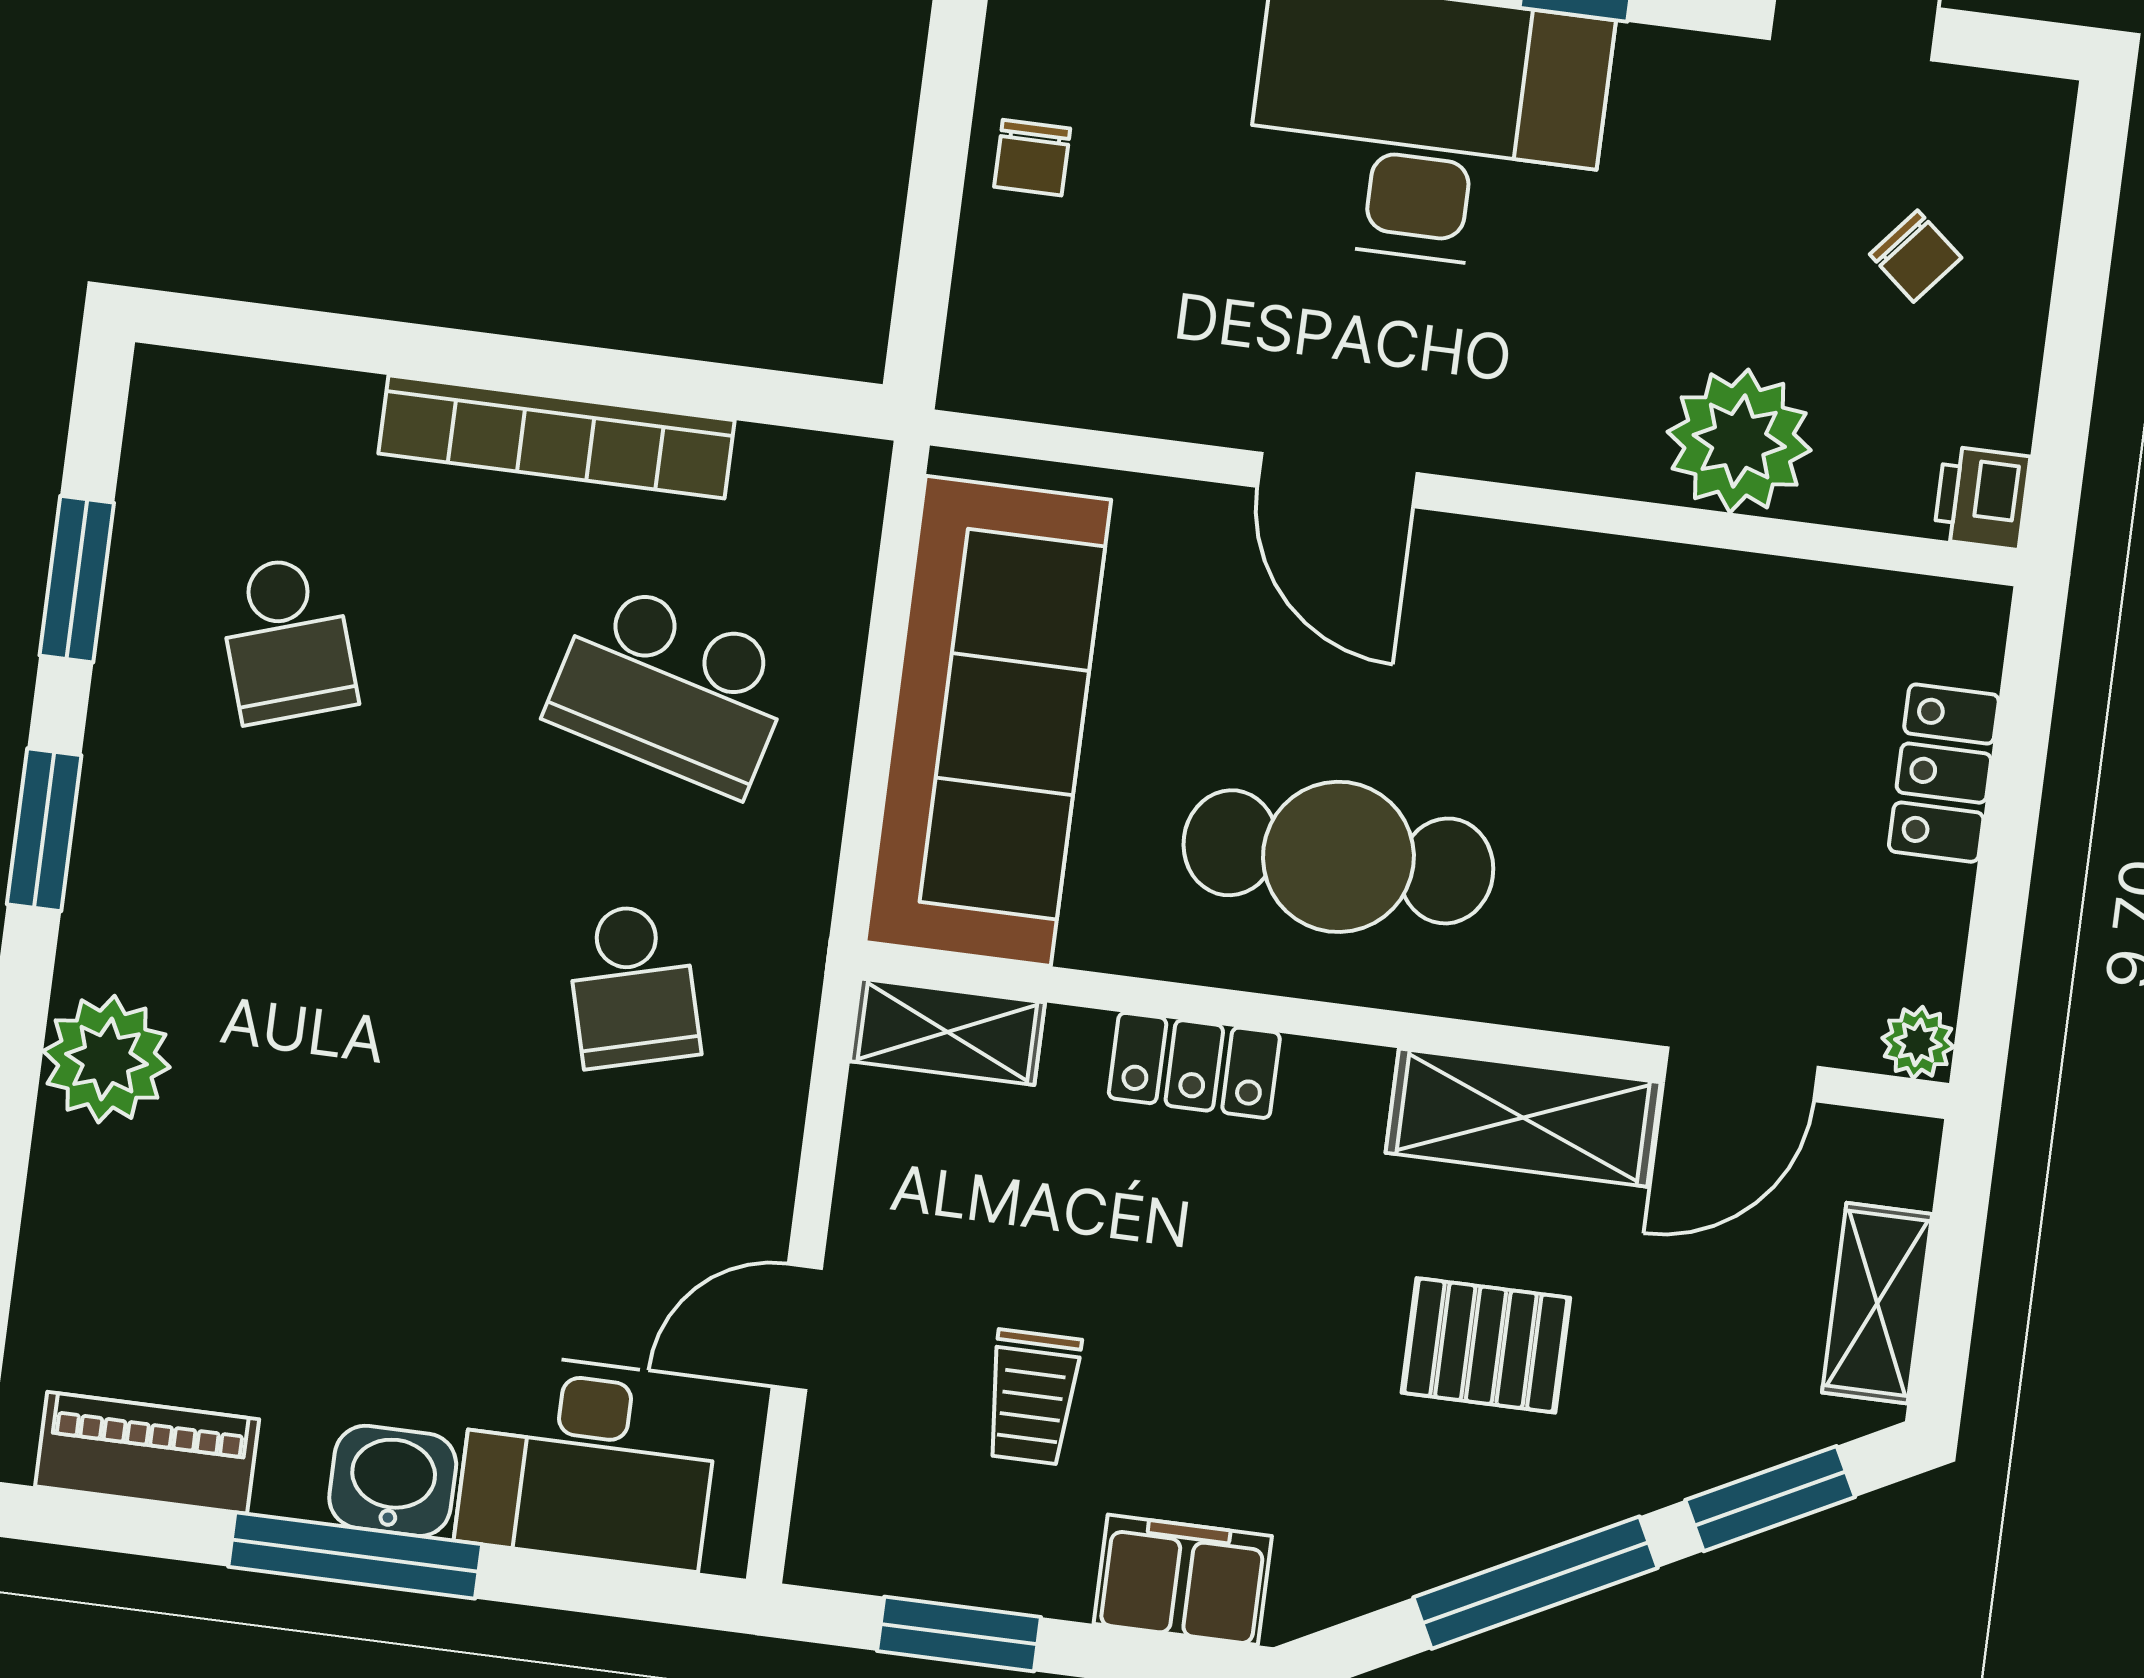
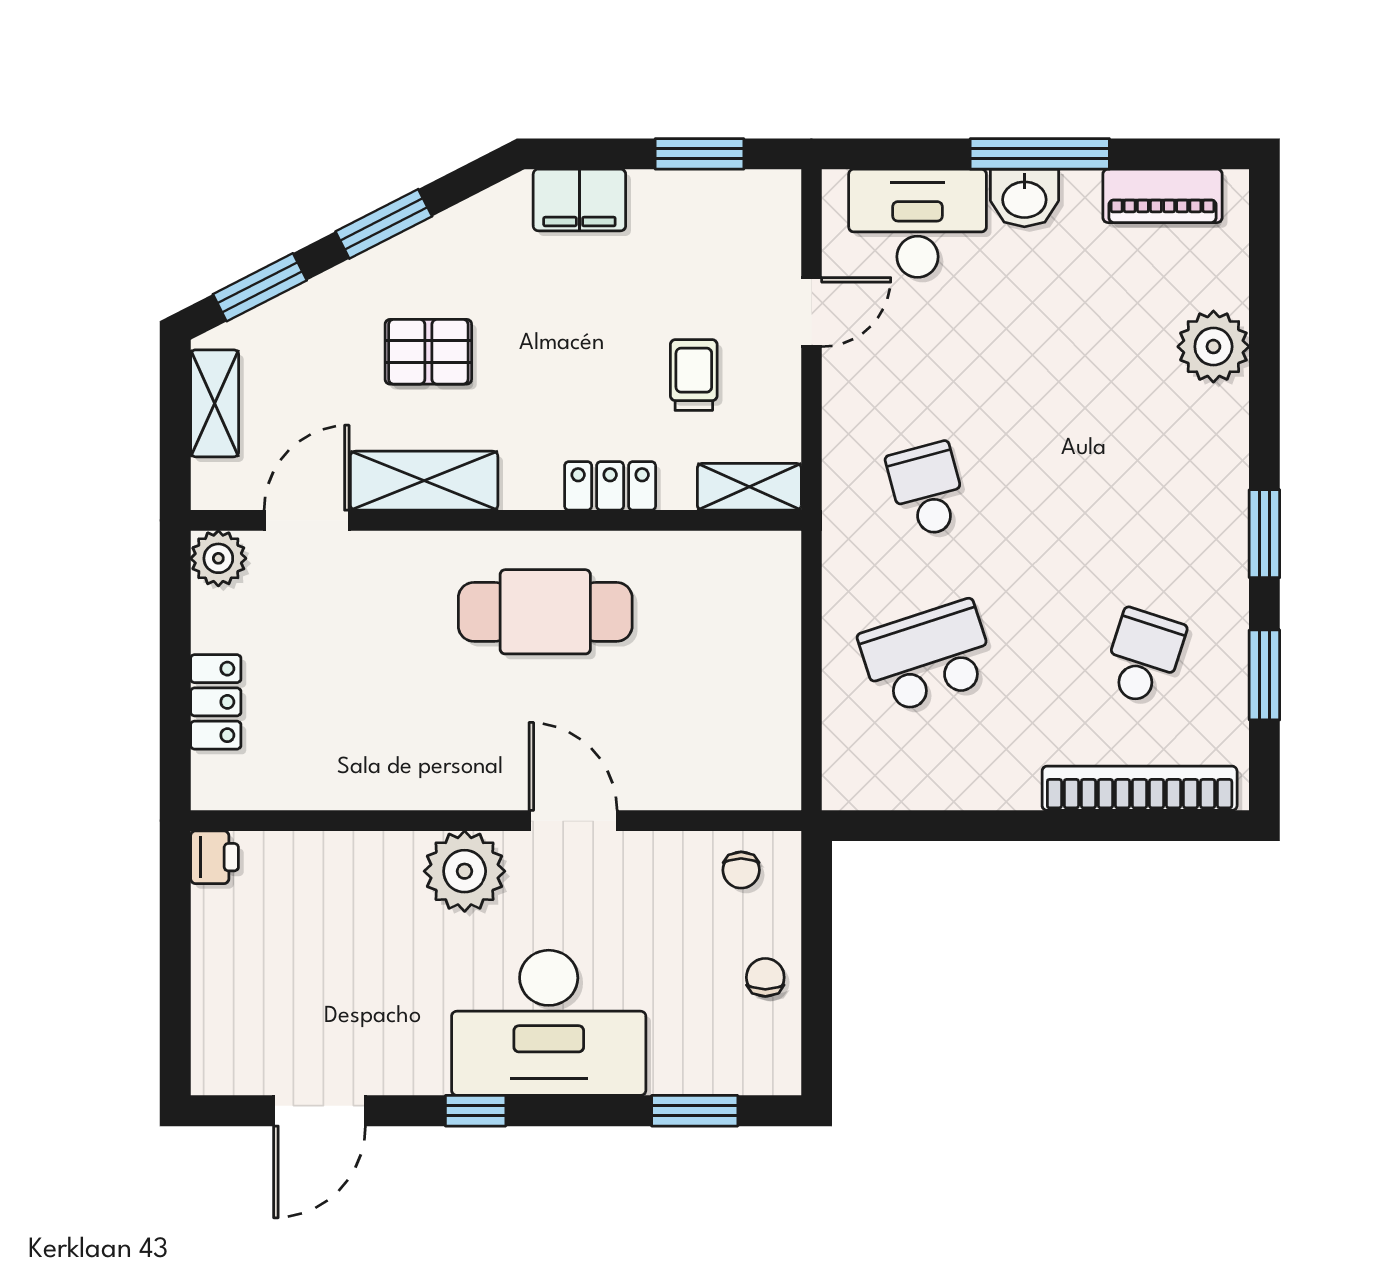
chair: (1916, 256) -> (741, 870), moved, turned -130
bookcase: (557, 437) -> (1140, 788), moved
plant: (1739, 441) -> (465, 871), moved
school desk: (287, 639) -> (1144, 657), turned 36
school desk: (671, 689) -> (927, 657), turned -33
sofa: (988, 721) -> (749, 662), removed
plant: (1918, 1042) -> (218, 558), width x1.38, depth x1.38
plant: (107, 1059) -> (1213, 347), moved
trolley: (1032, 1397) -> (694, 375), moved
window: (1536, 1583) -> (384, 224), width x0.69

